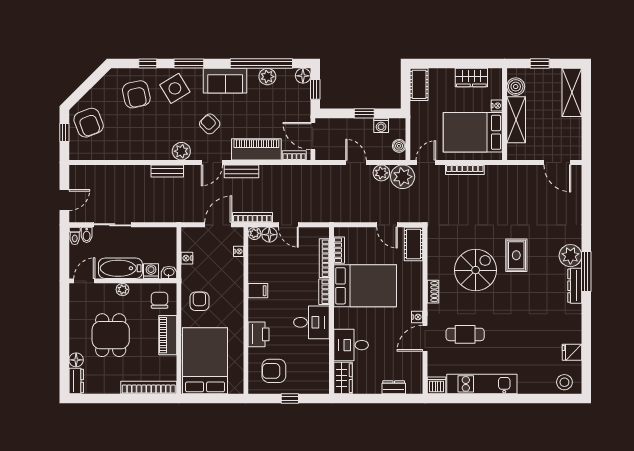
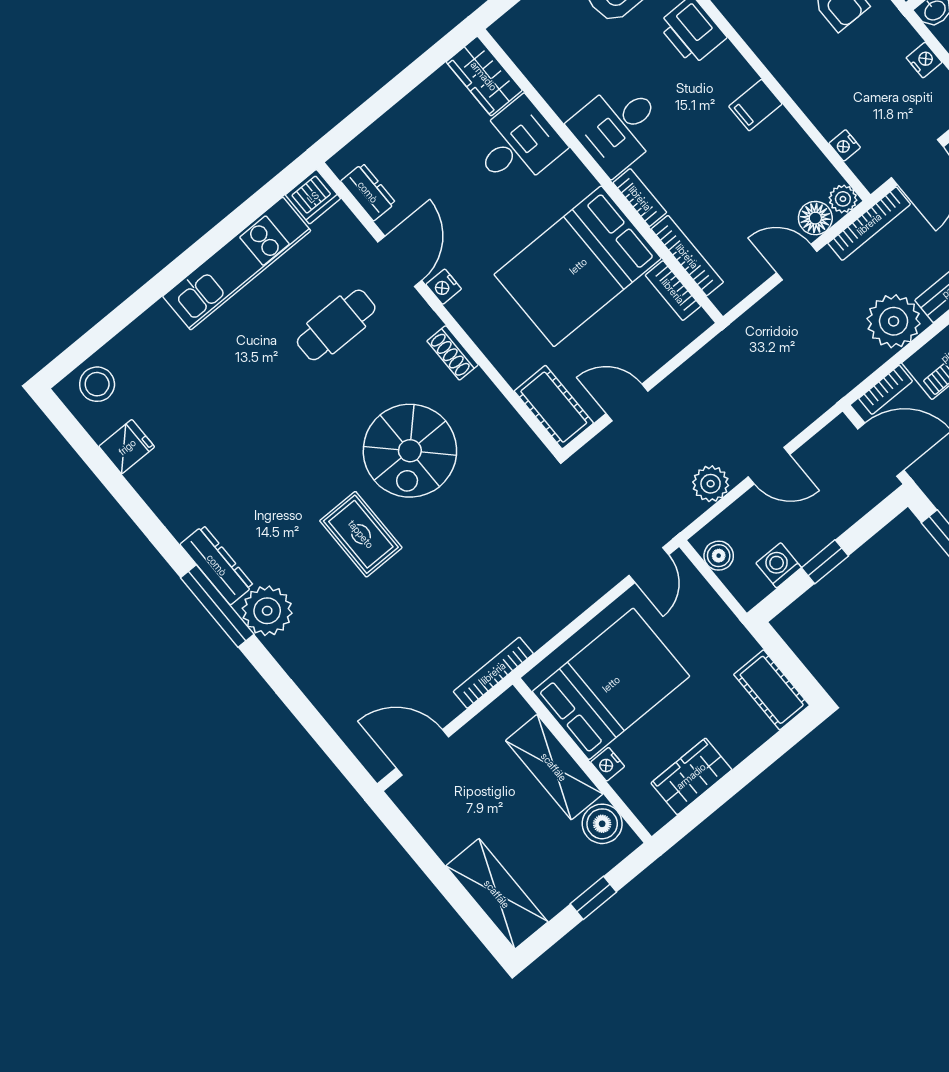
bookcase: (465, 170) -> (493, 673), moved
plant: (403, 177) -> (894, 321), moved
dresser: (394, 387) -> (368, 192), moved, turned -90

